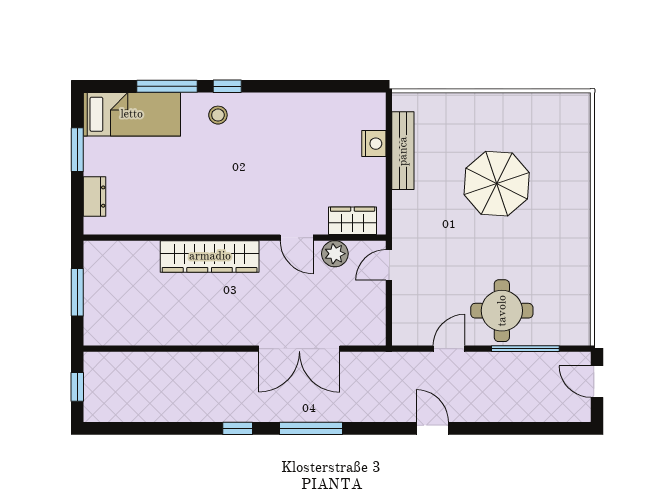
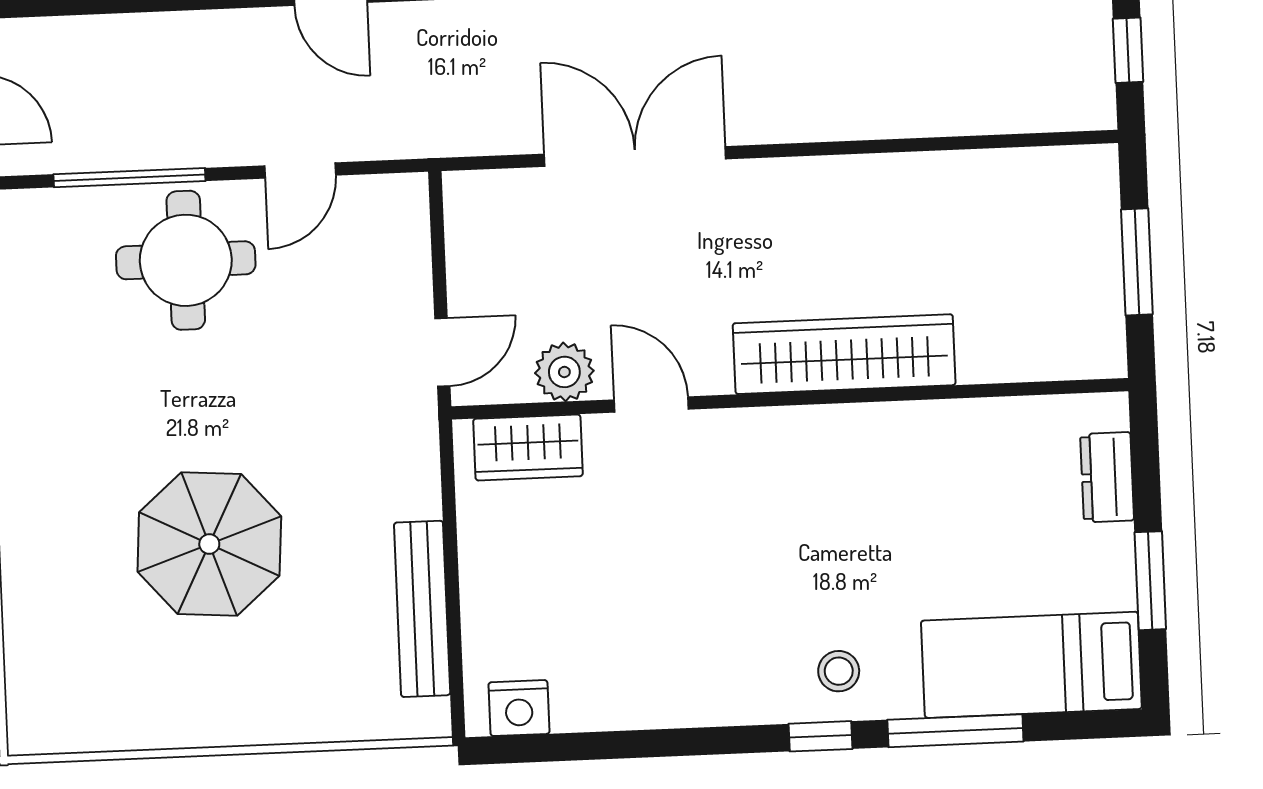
nightstand: (374, 144) -> (519, 708), moved, turned -90

